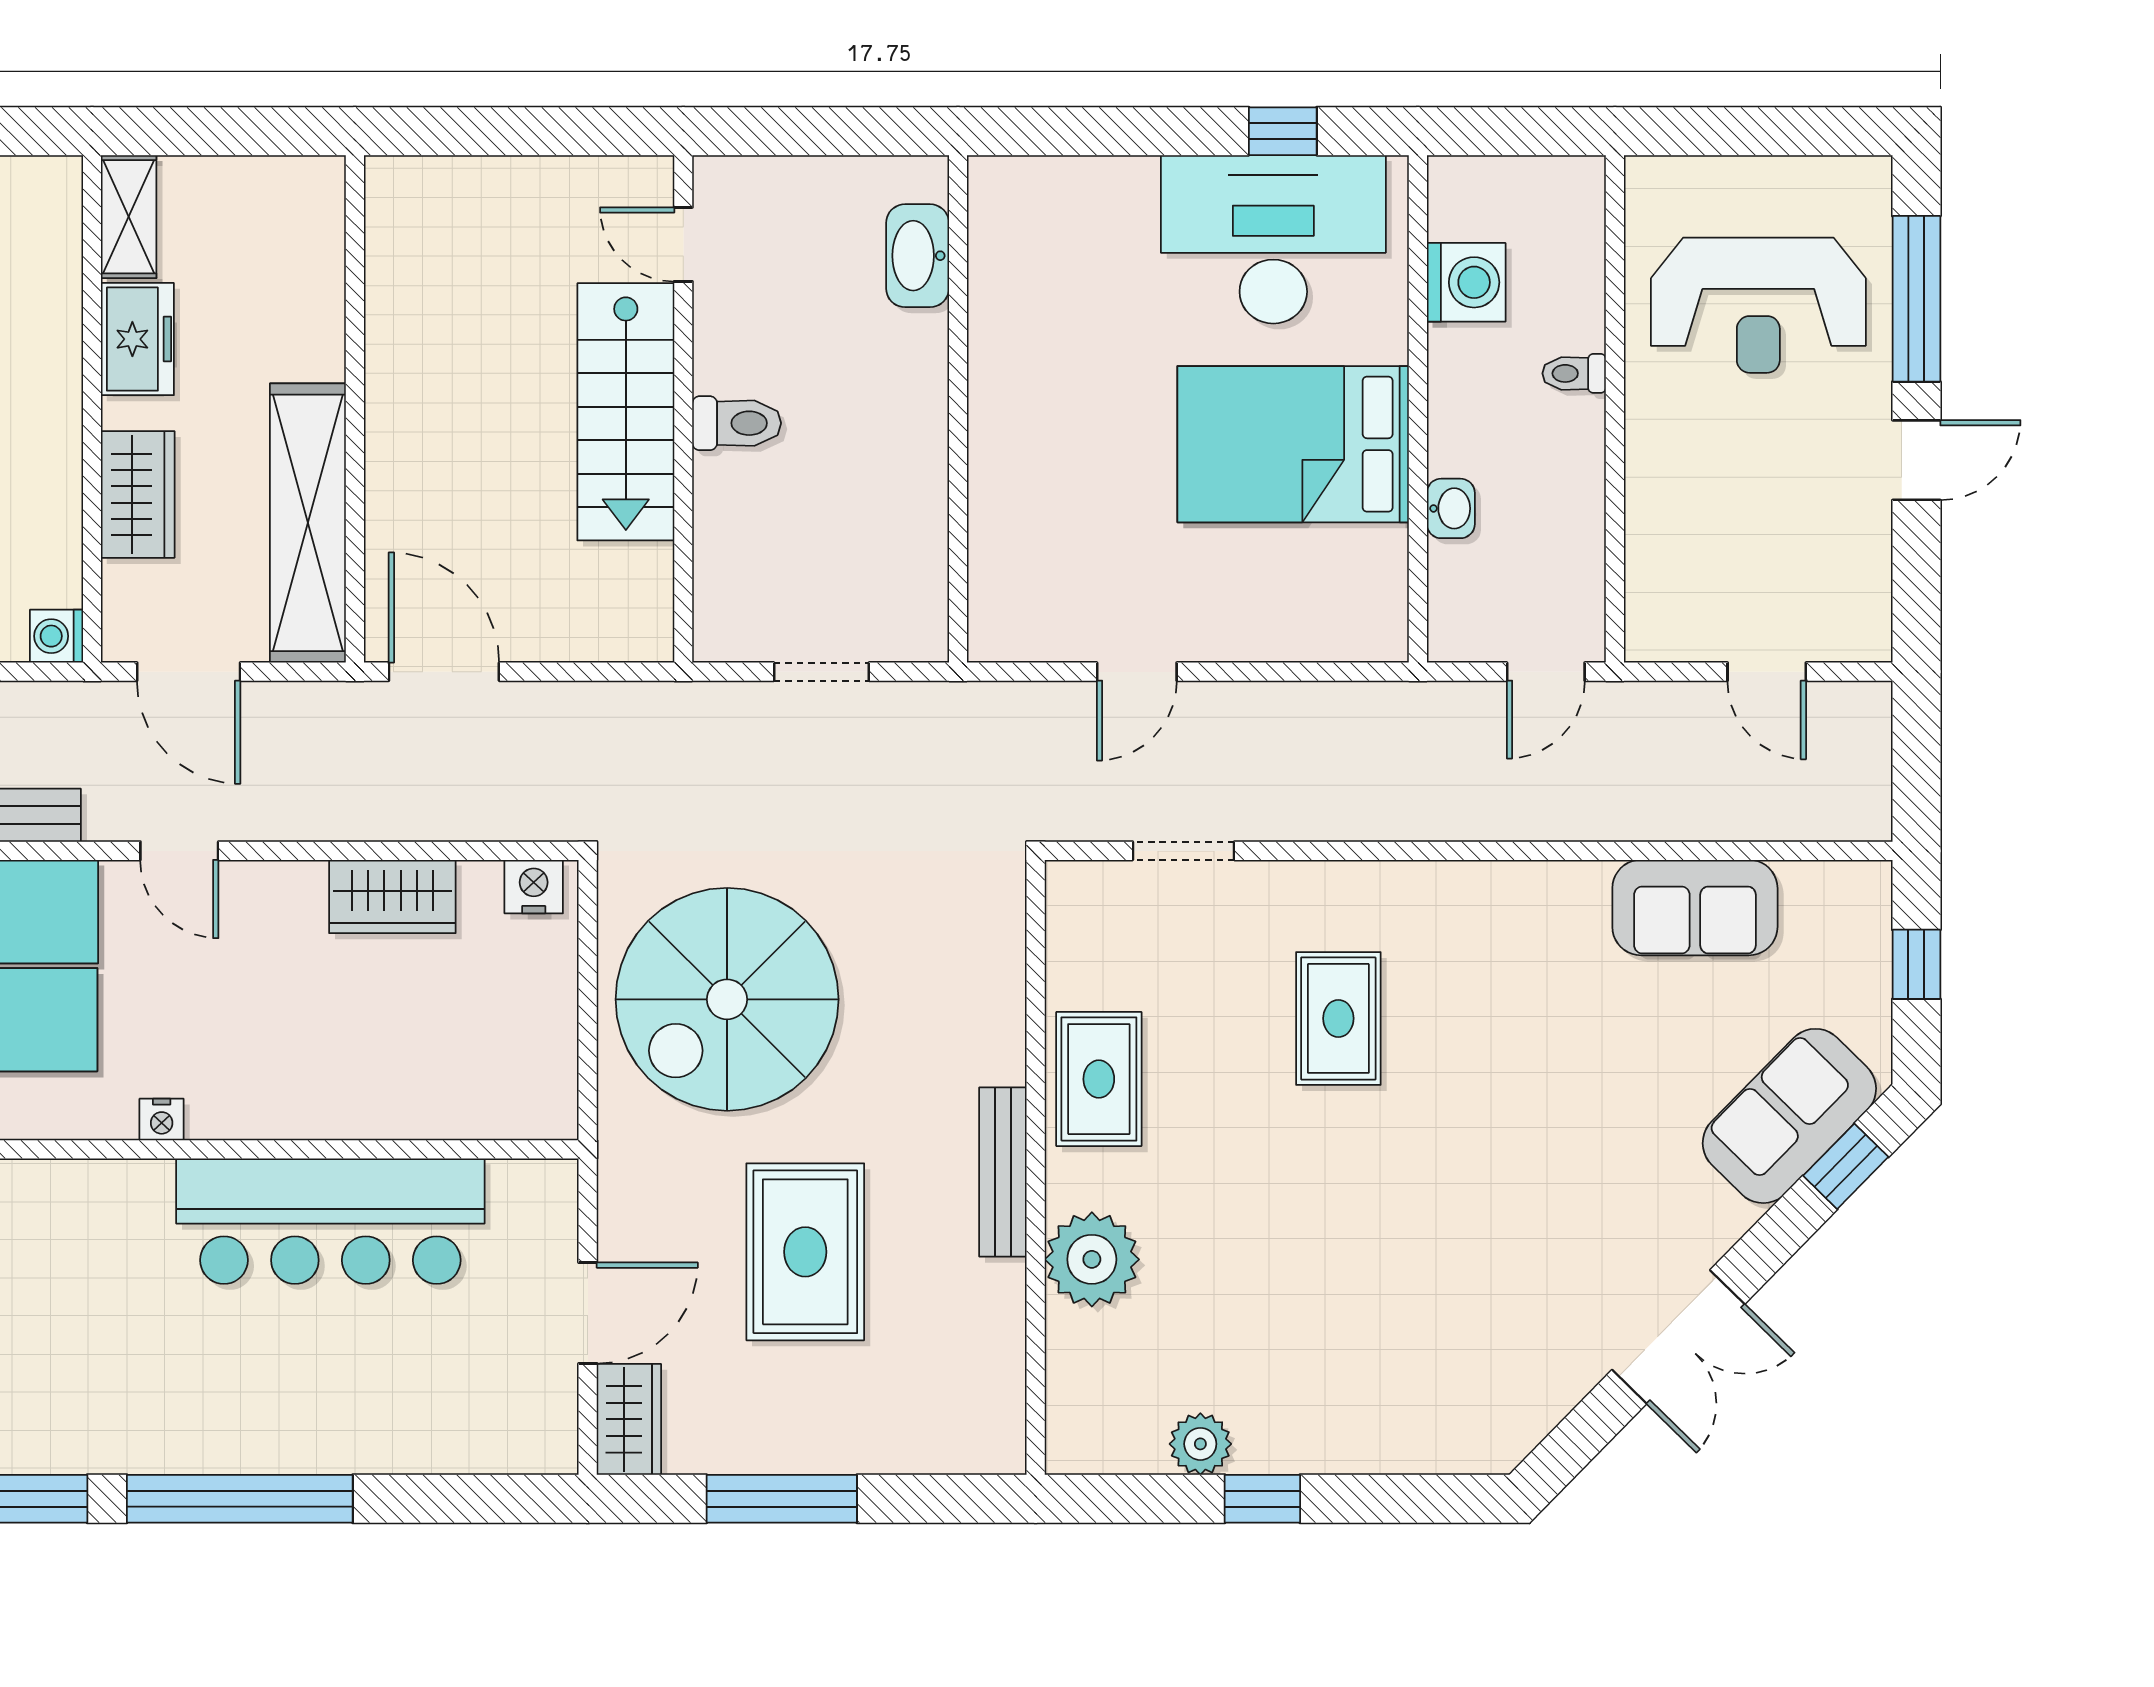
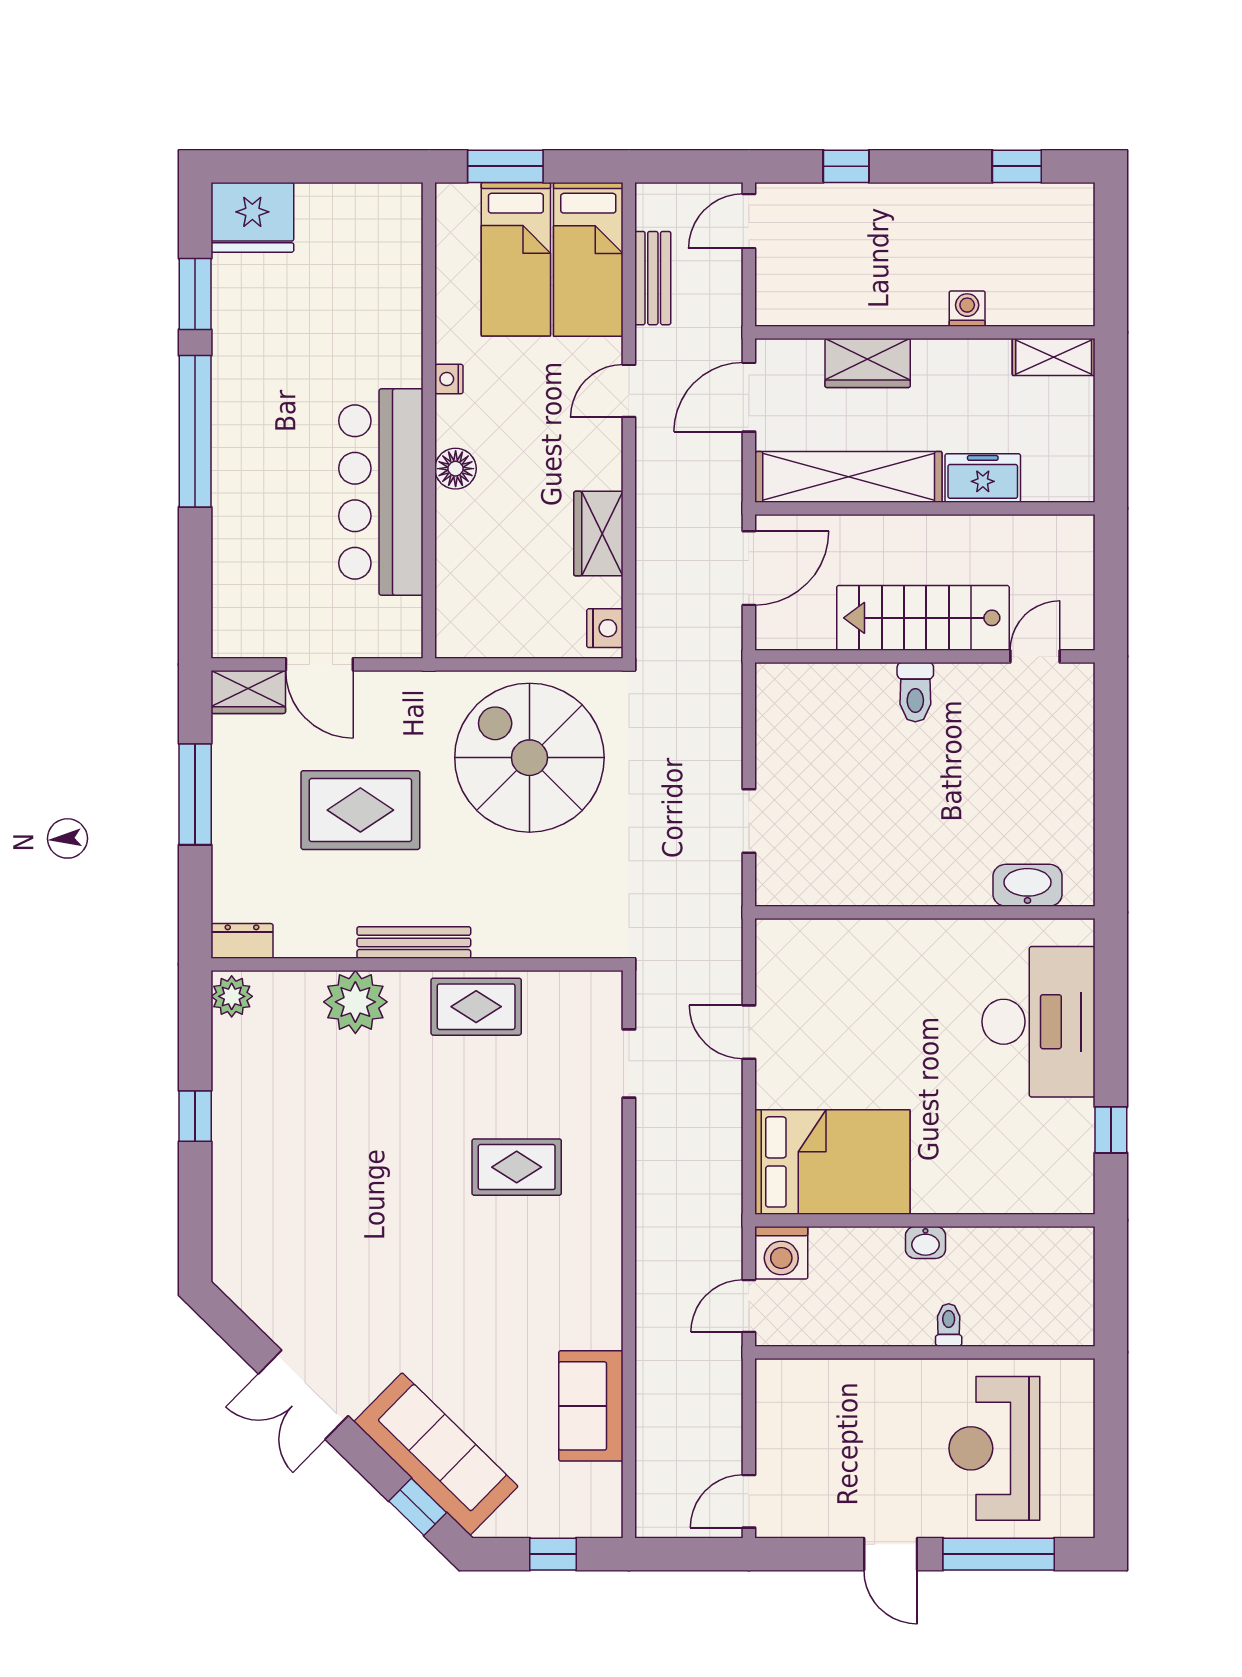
desk: (1273, 239) -> (1038, 1022), moved
door: (683, 244) -> (1035, 656), moved
washing machine: (1466, 282) -> (781, 1253), moved
freezer: (137, 339) -> (983, 478), moved, turned 180
wall: (683, 409) -> (925, 656), moved
stairs: (626, 412) -> (923, 618), moved
toilet: (737, 423) -> (915, 692), moved
bed: (1293, 444) -> (832, 1162), moved, turned 90
washbasin: (1451, 508) -> (925, 1242), moved
washing machine: (56, 636) -> (967, 309), moved
door: (1546, 672) -> (749, 1306), hinge flipped
door: (1767, 672) -> (749, 1501), moved
floor lamp: (295, 1110) -> (456, 469), added
sofa: (1789, 1116) -> (436, 1454), width x1.36
dresser: (1001, 1429) -> (242, 941), added
plant: (1200, 1444) -> (232, 996), moved

